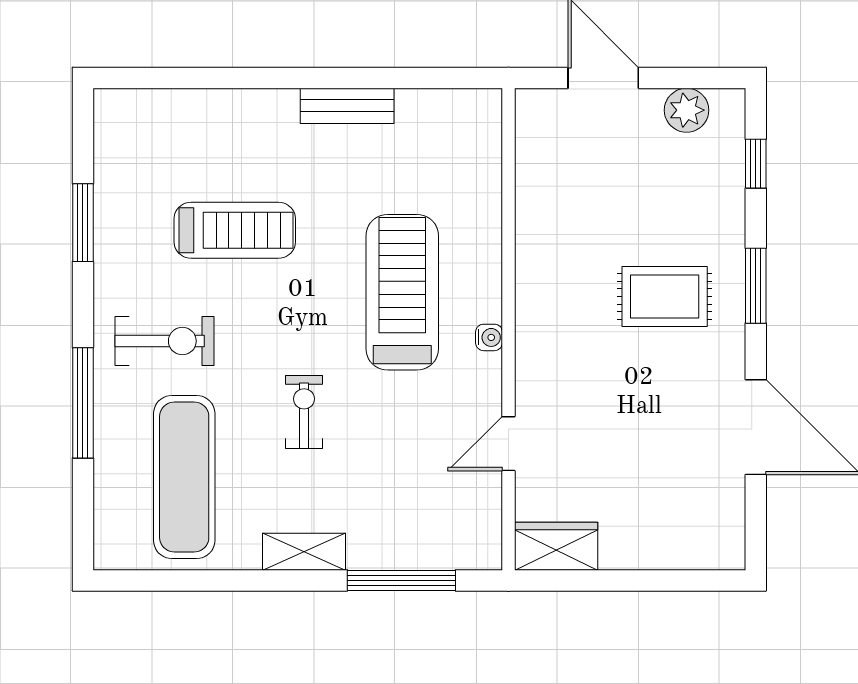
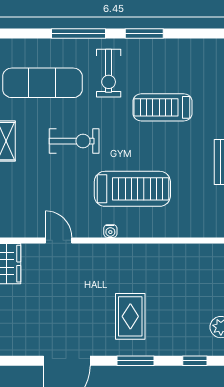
window: (83, 223) -> (144, 34), moved
treadmill: (235, 230) -> (162, 107), turned 90
exercise bike: (304, 412) -> (74, 141), width x1.38, depth x1.39

